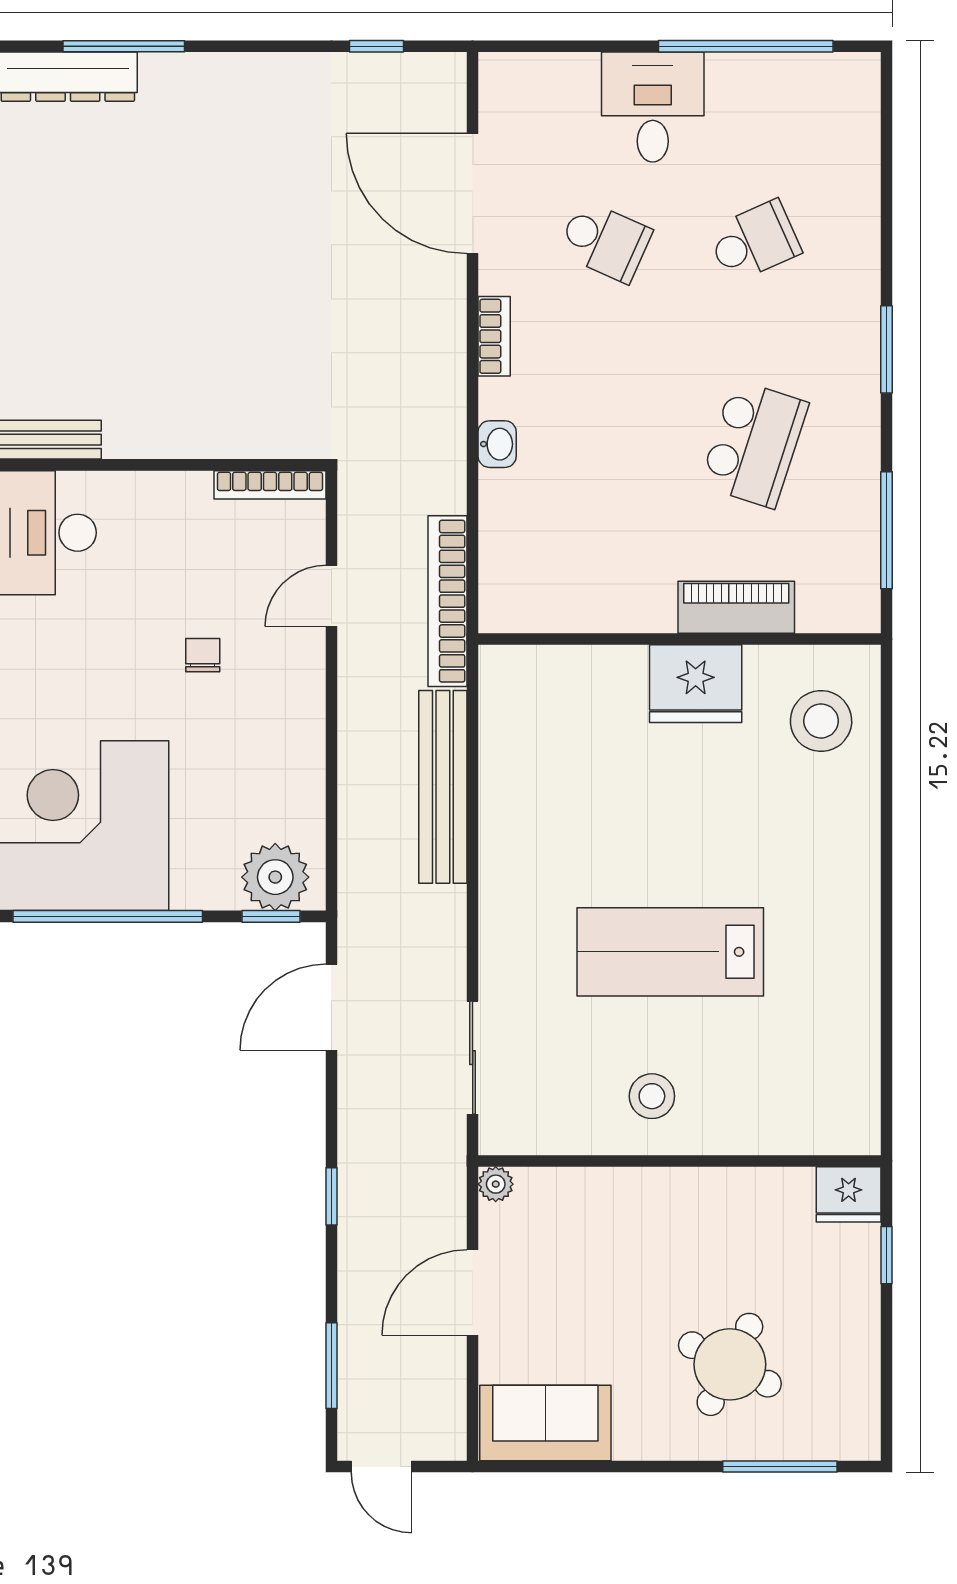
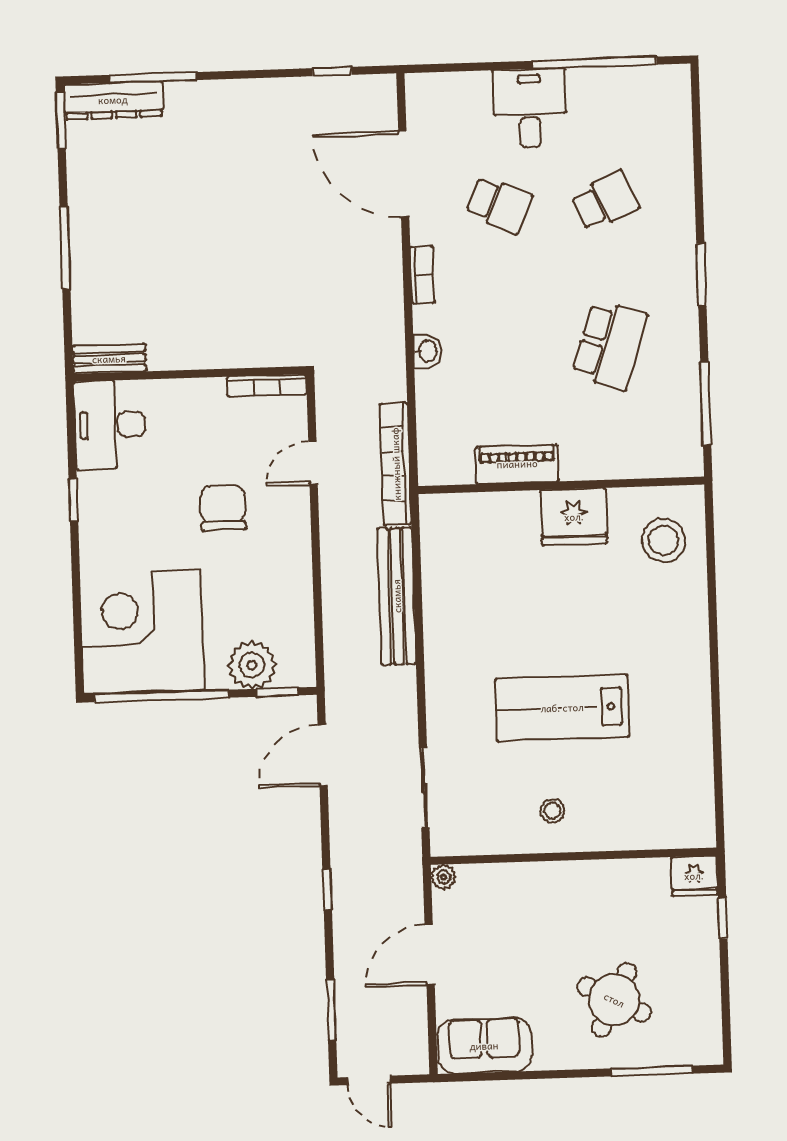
piano: (736, 607) -> (517, 464), moved
chair: (203, 655) -> (223, 508), width x1.87, depth x1.87
plant: (275, 877) -> (252, 665), moved
stool: (652, 1096) -> (552, 811), width x0.73, depth x0.73

